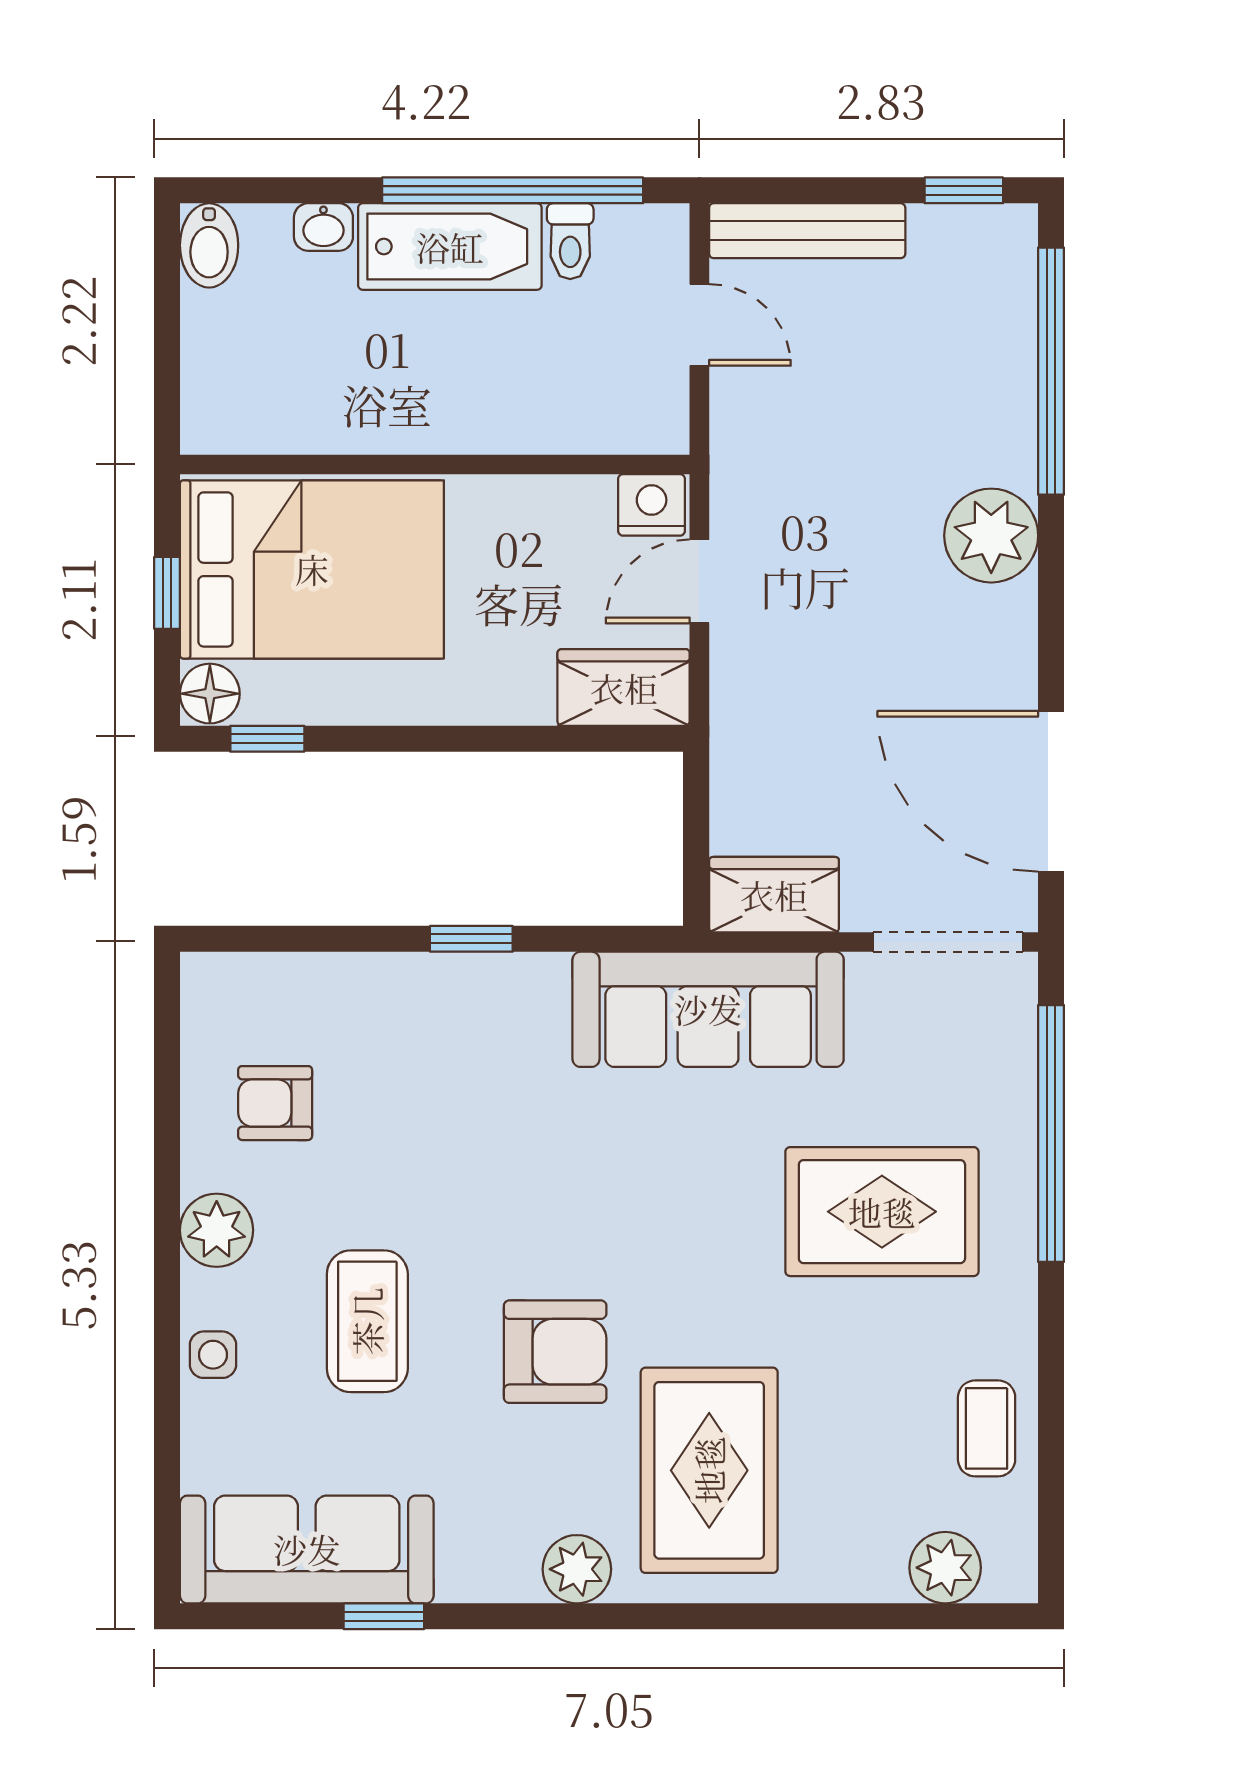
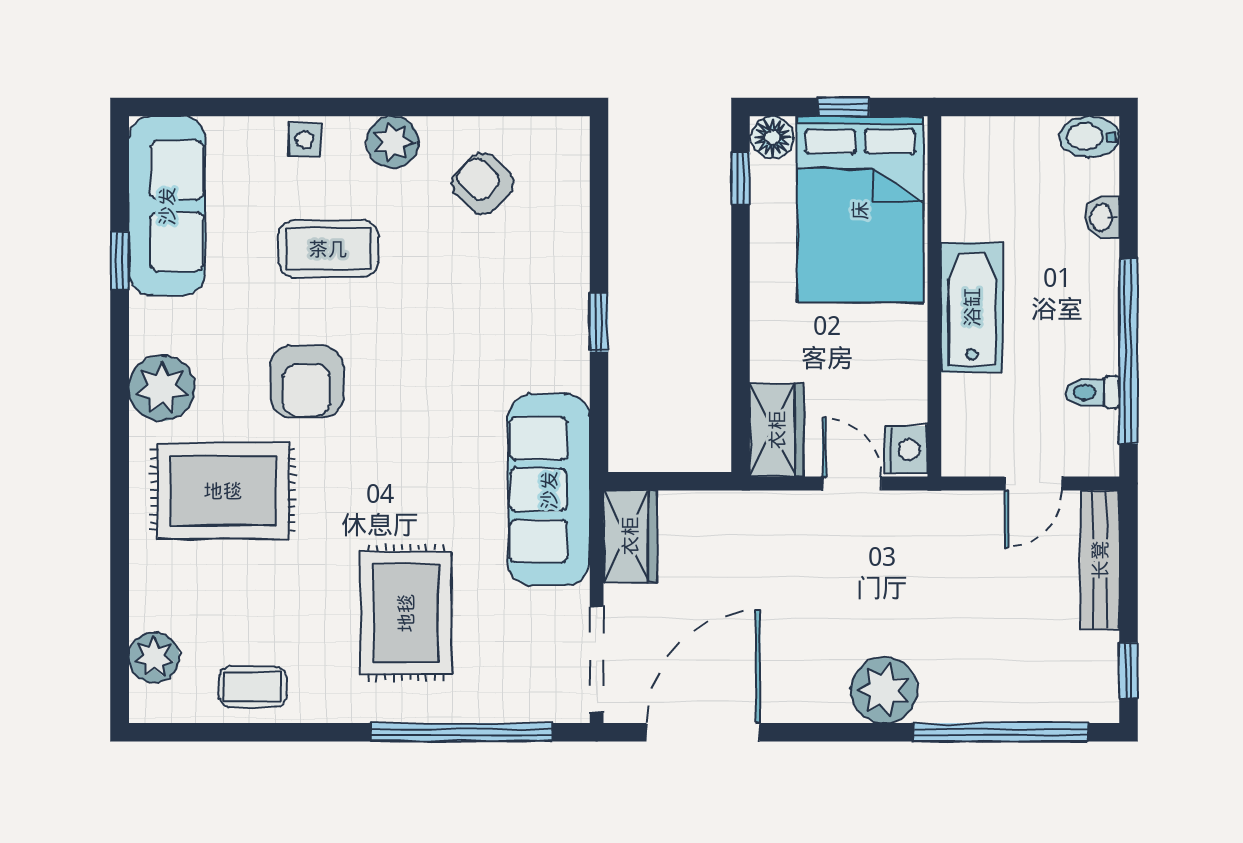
bathtub: (450, 247) -> (972, 307), moved, turned 180
armchair: (275, 1103) -> (483, 183), turned -46
plant: (577, 1569) -> (162, 388), width x1.36, depth x1.36

